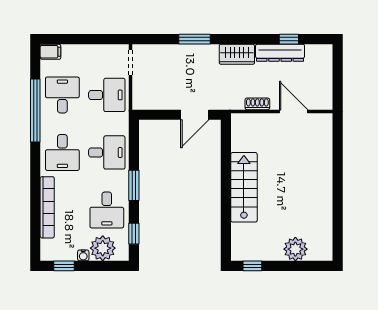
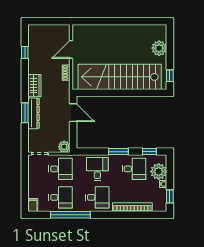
dresser: (280, 53) -> (33, 113), moved
desk: (62, 95) -> (60, 197), turned 180
desk: (107, 95) -> (60, 169), turned 90
plant: (141, 101) -> (64, 147), added
stairs: (244, 187) -> (120, 77), width x1.86, depth x1.51

